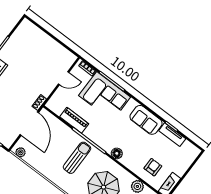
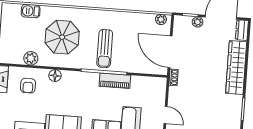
door: (64, 78) -> (165, 115), swing flipped
piano: (74, 120) -> (115, 81), moved
floor lamp: (117, 153) -> (55, 76), moved

